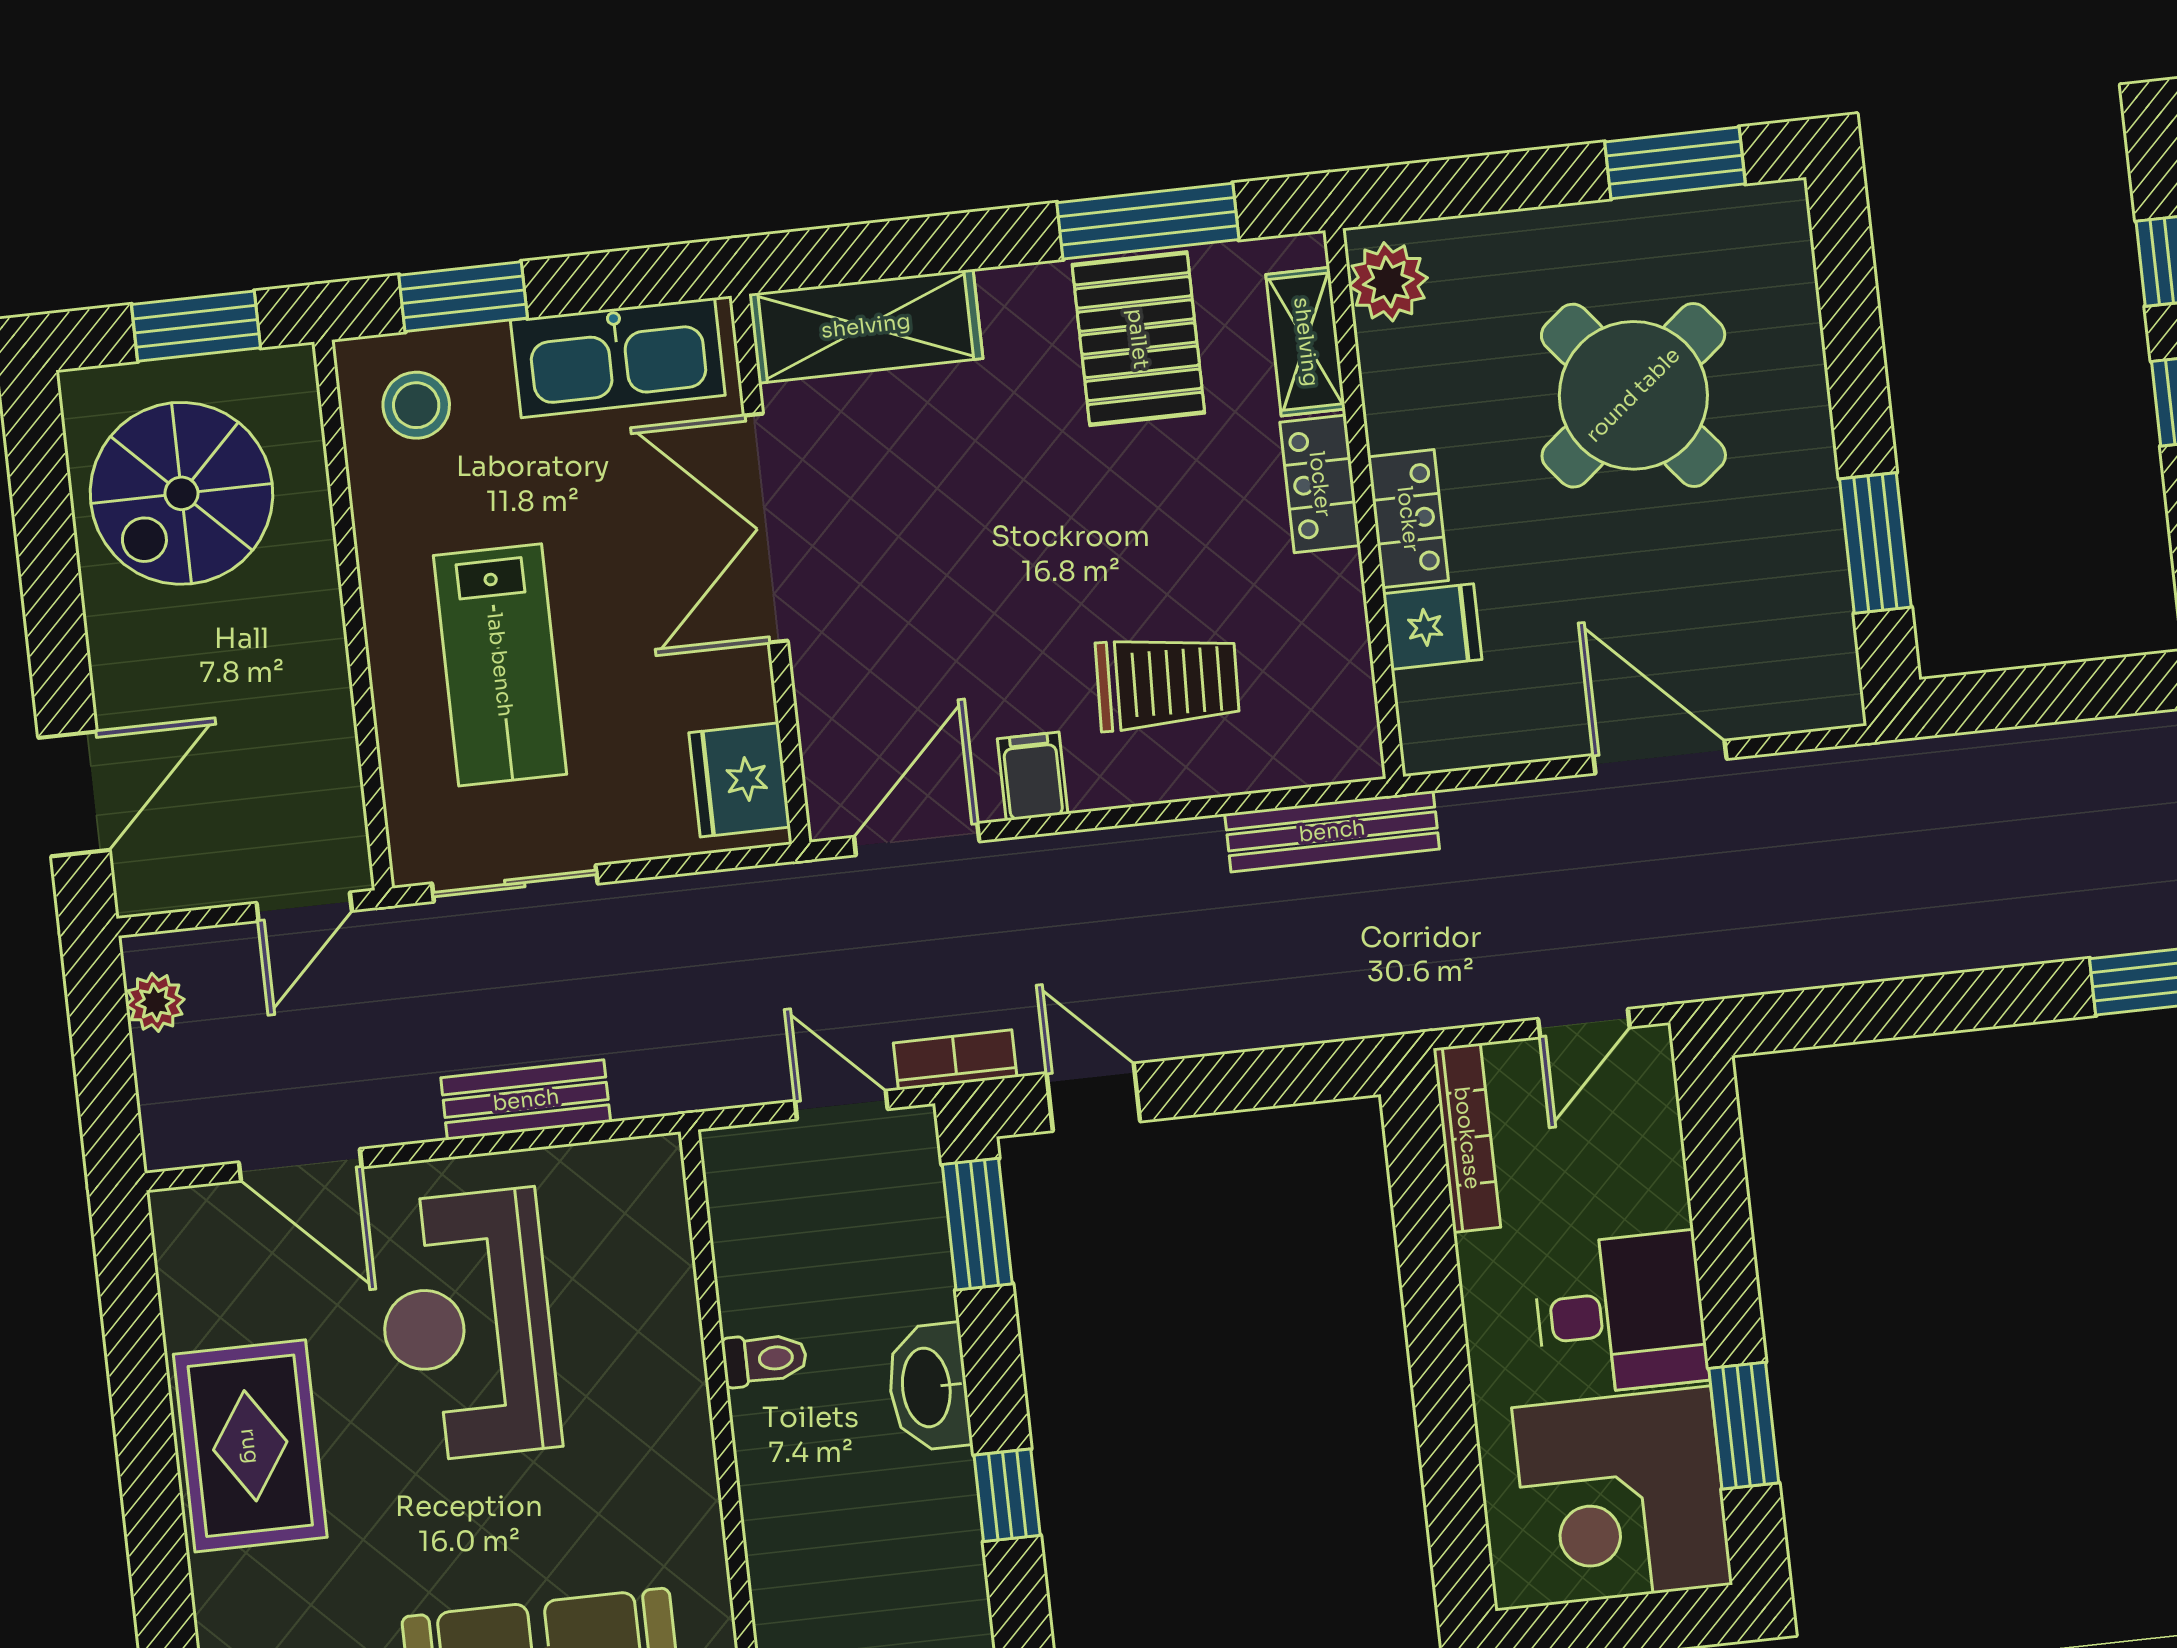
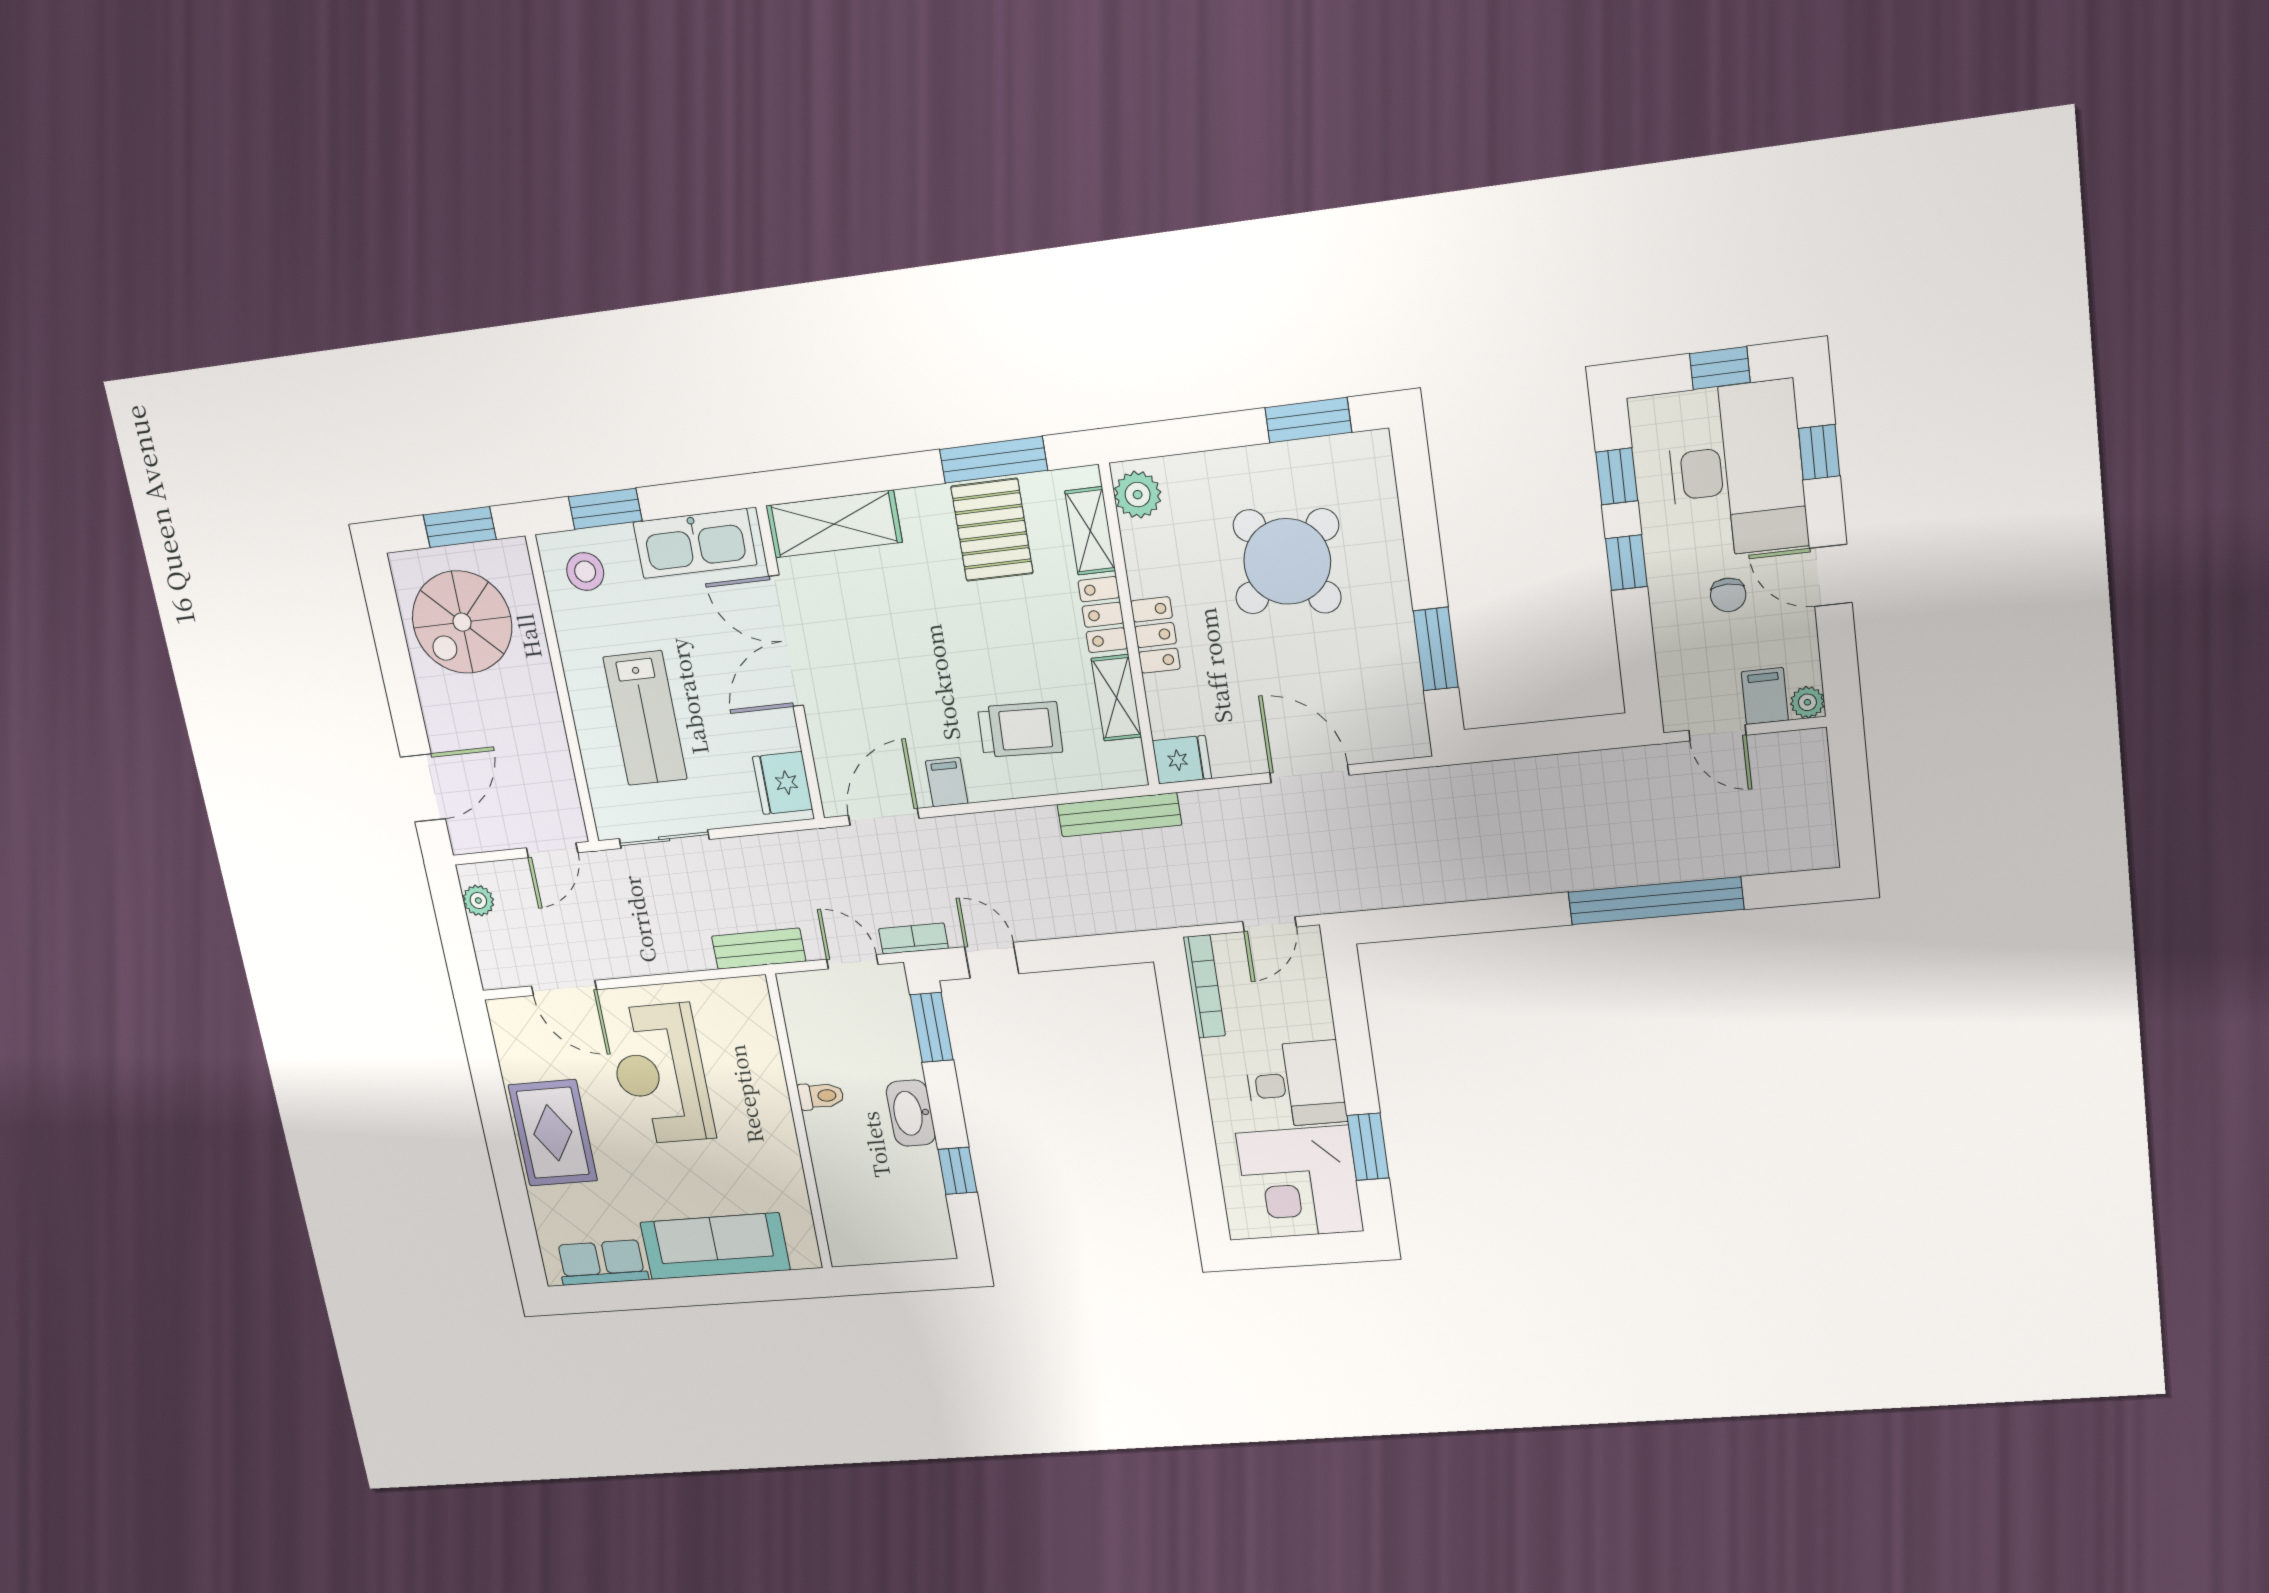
shelving: (1337, 627) -> (1116, 698), added
fridge: (1432, 627) -> (1182, 760), moved
bench: (526, 1100) -> (759, 949), moved

